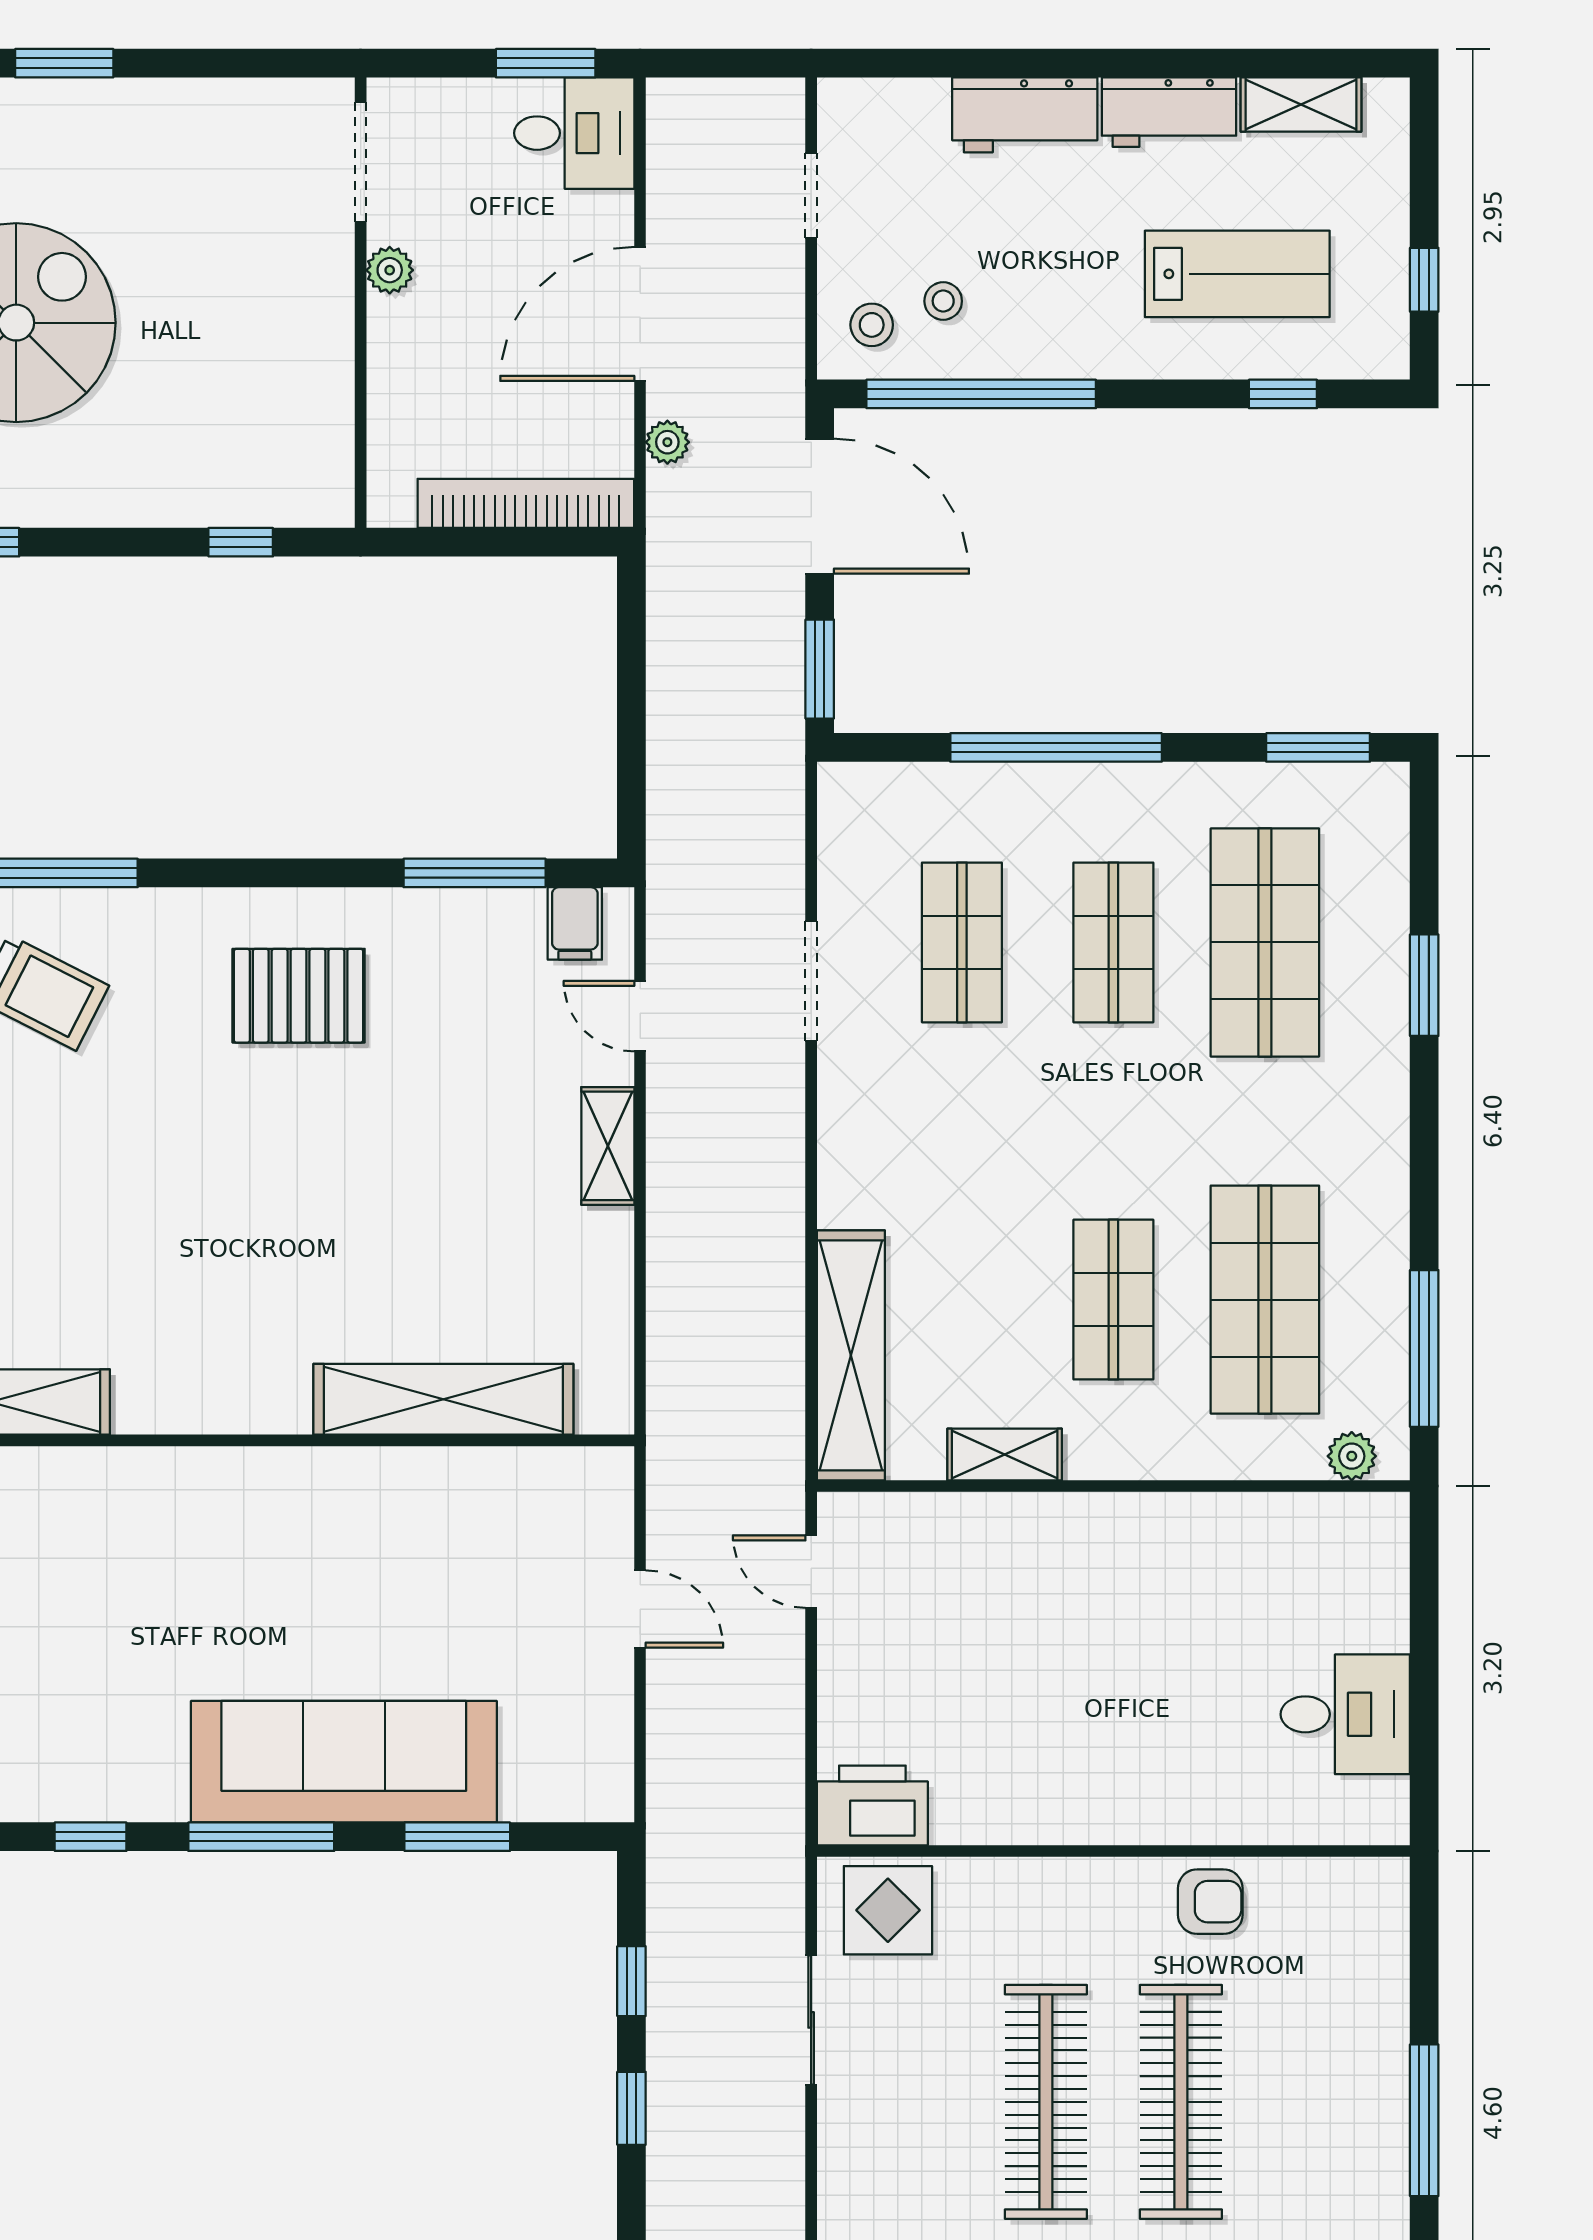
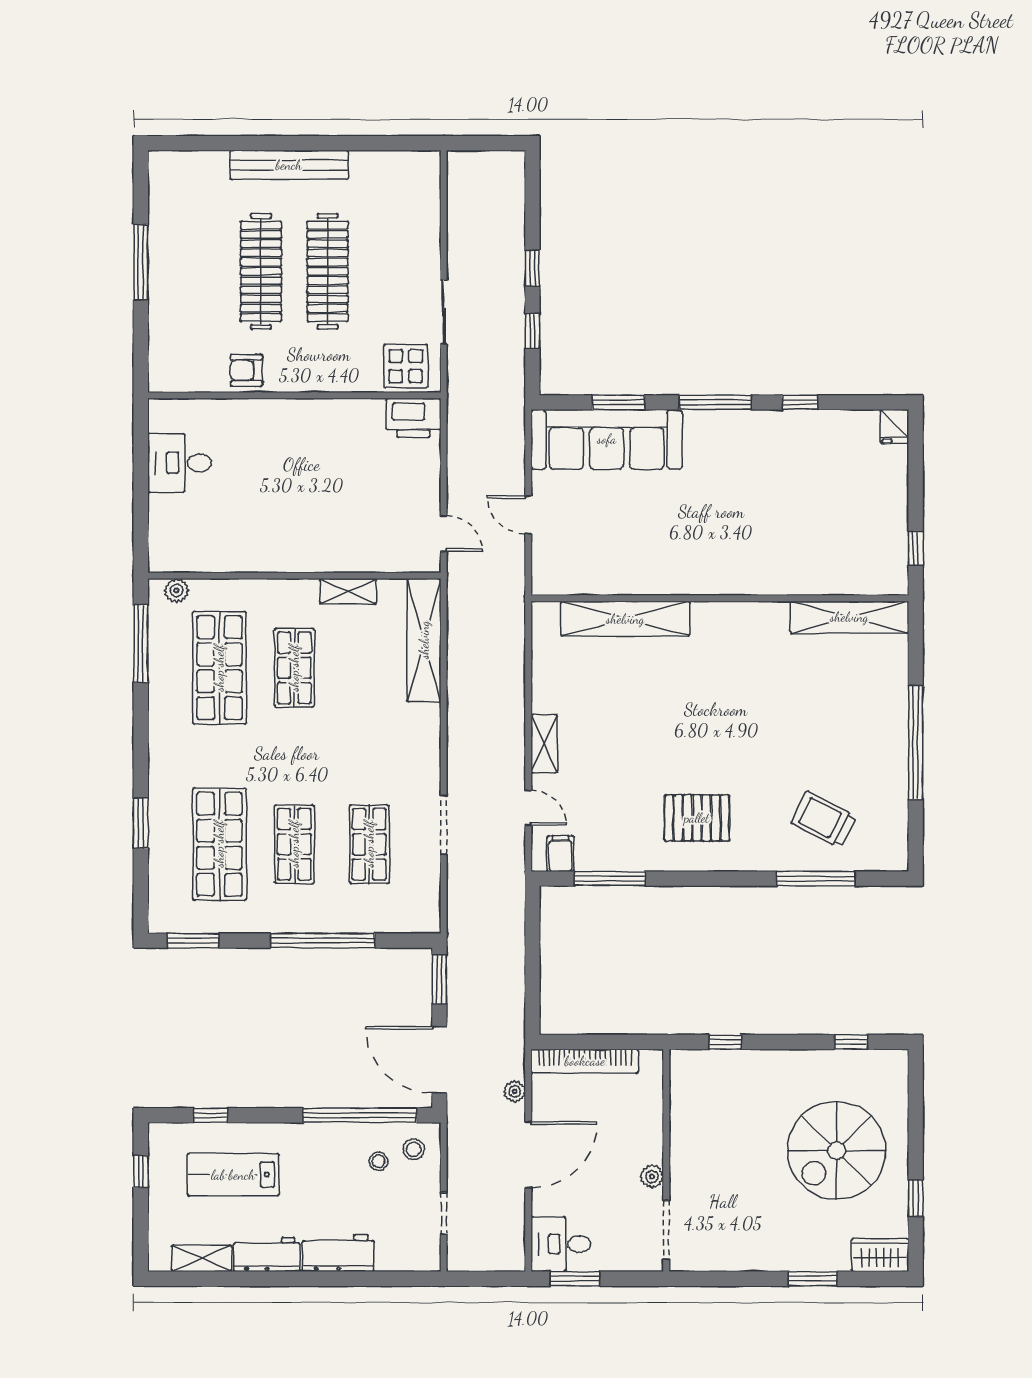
sofa: (344, 1762) -> (607, 439), moved

